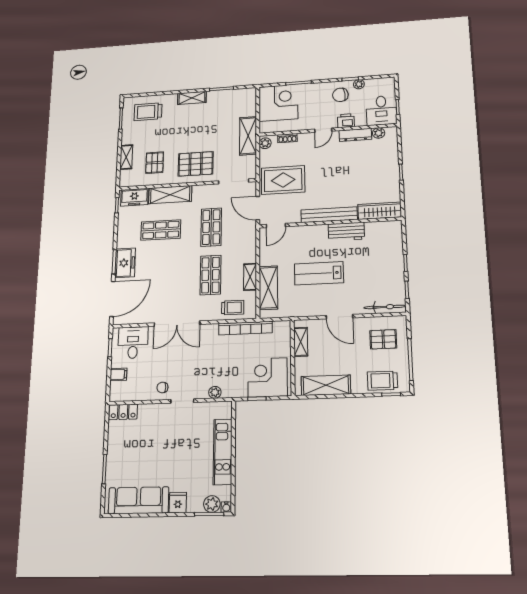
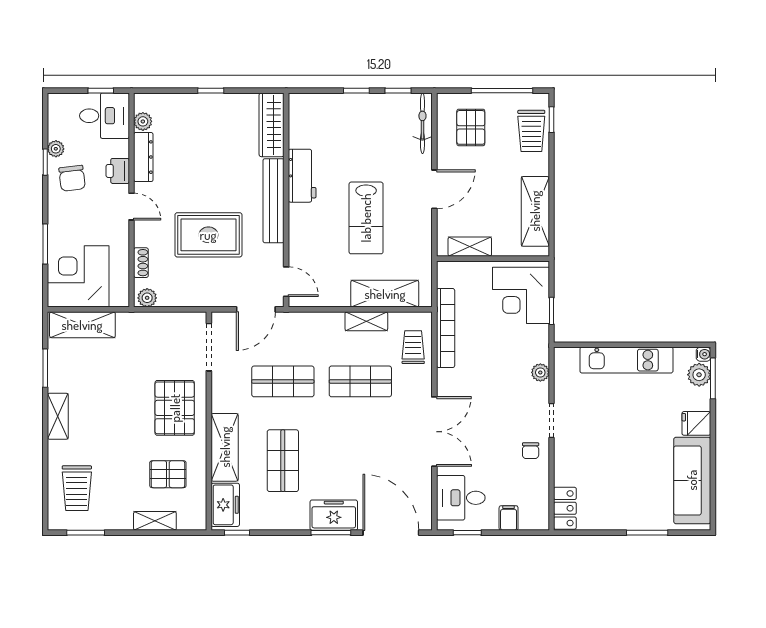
shelving: (248, 136) -> (82, 325), moved
rug: (283, 180) -> (208, 235), moved, turned 90

